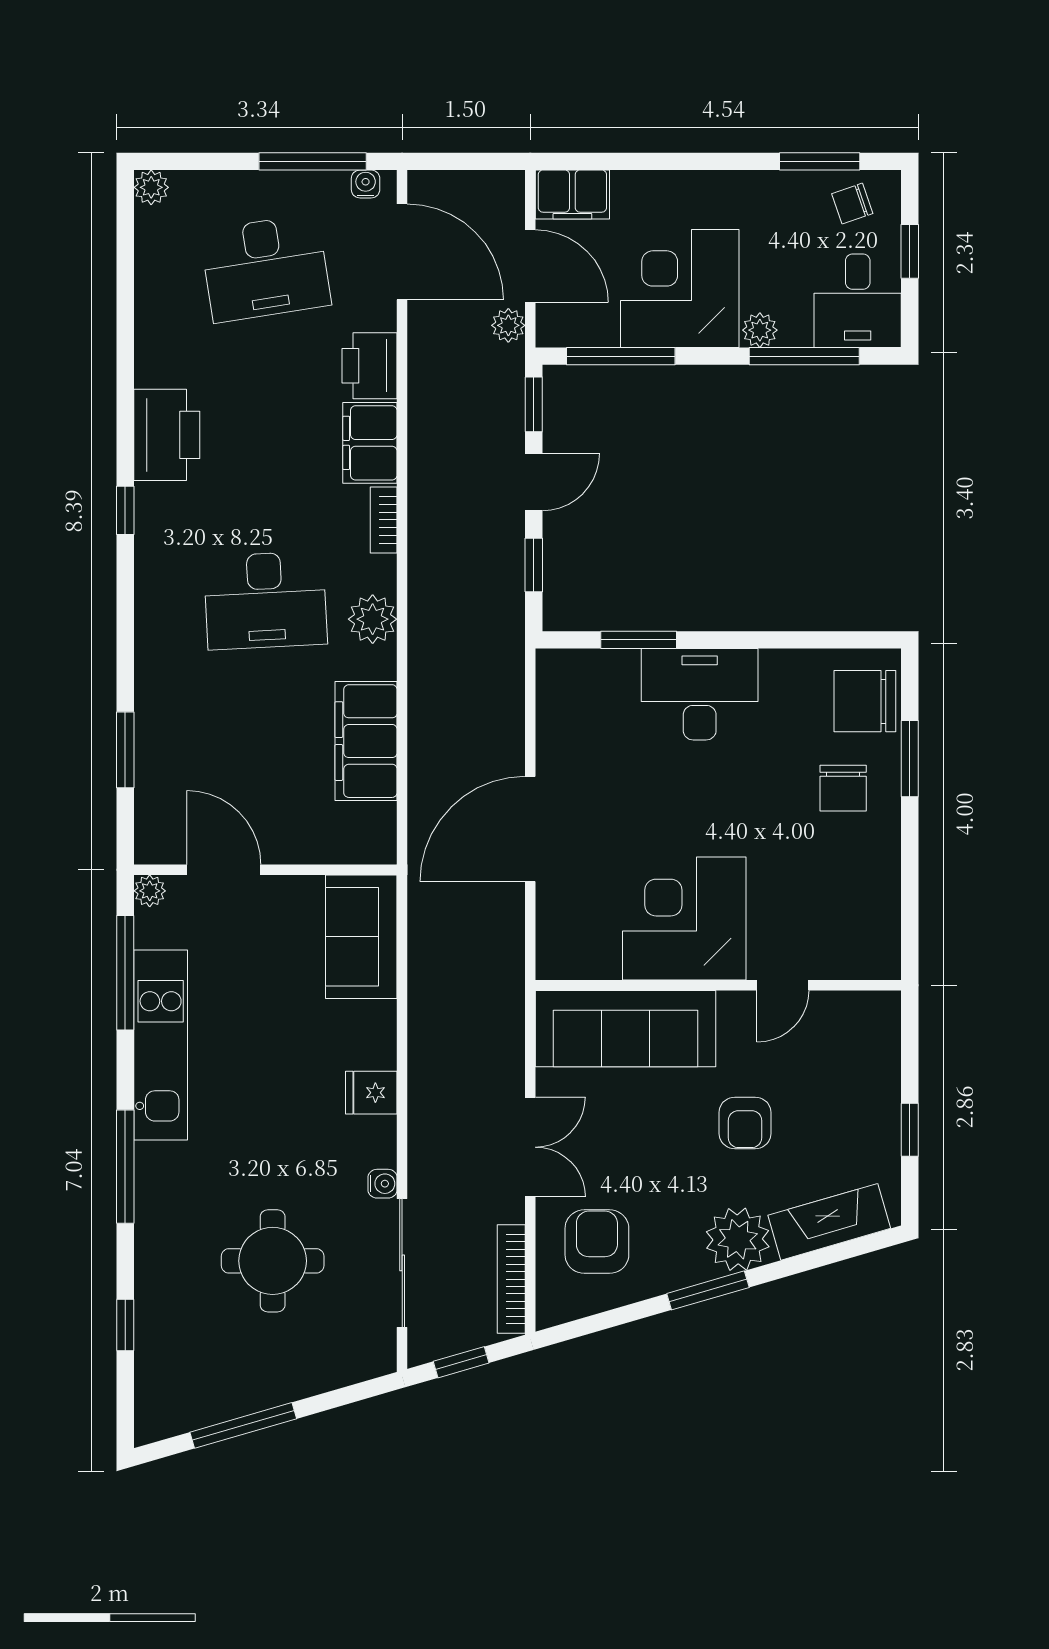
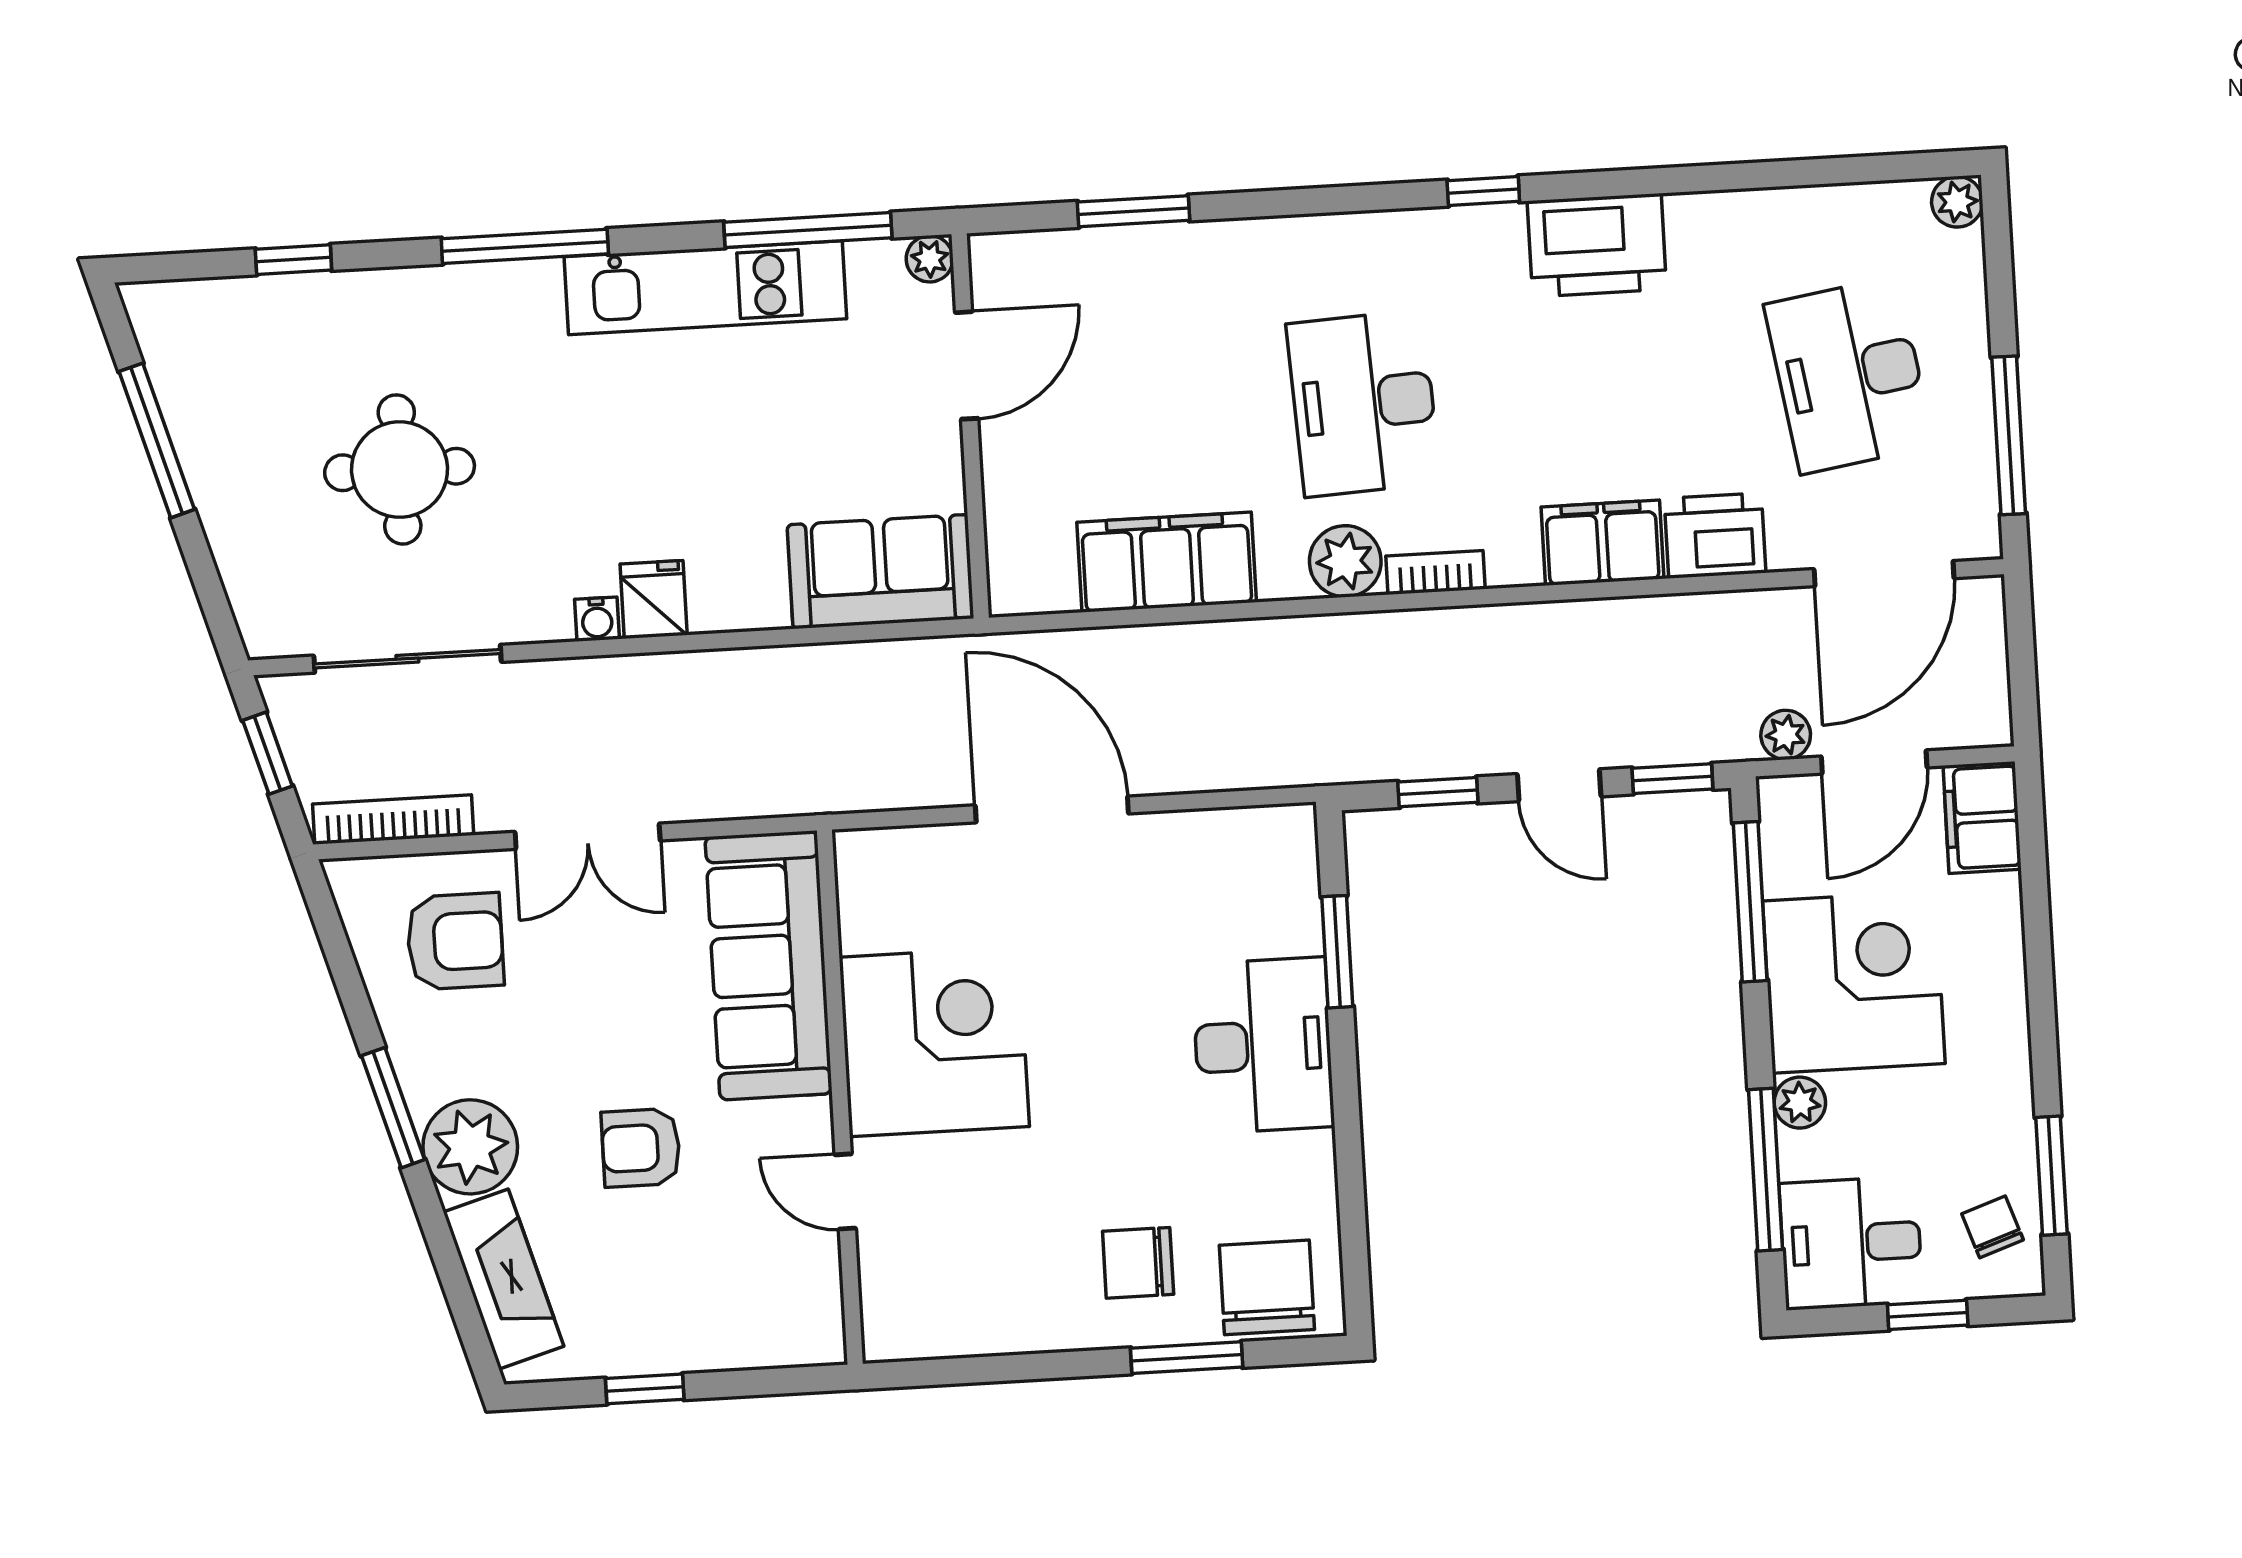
water cooler: (366, 184) -> (1980, 515), removed
bookcase: (384, 520) -> (1435, 573), moved
water cooler: (383, 1184) -> (597, 619), moved

